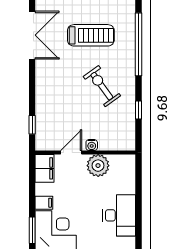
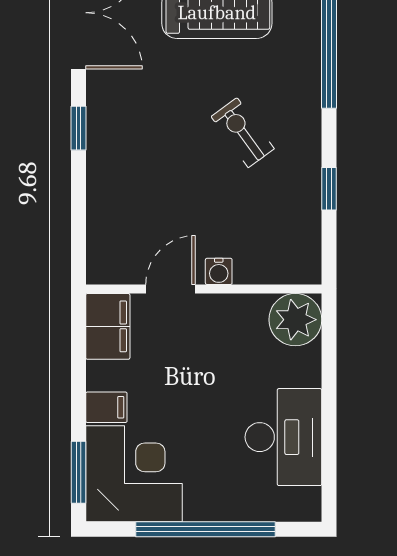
exercise bike: (102, 86) -> (243, 133), width x0.73, depth x0.72
window: (32, 125) -> (78, 128), moved
plant: (98, 166) -> (295, 320), moved

